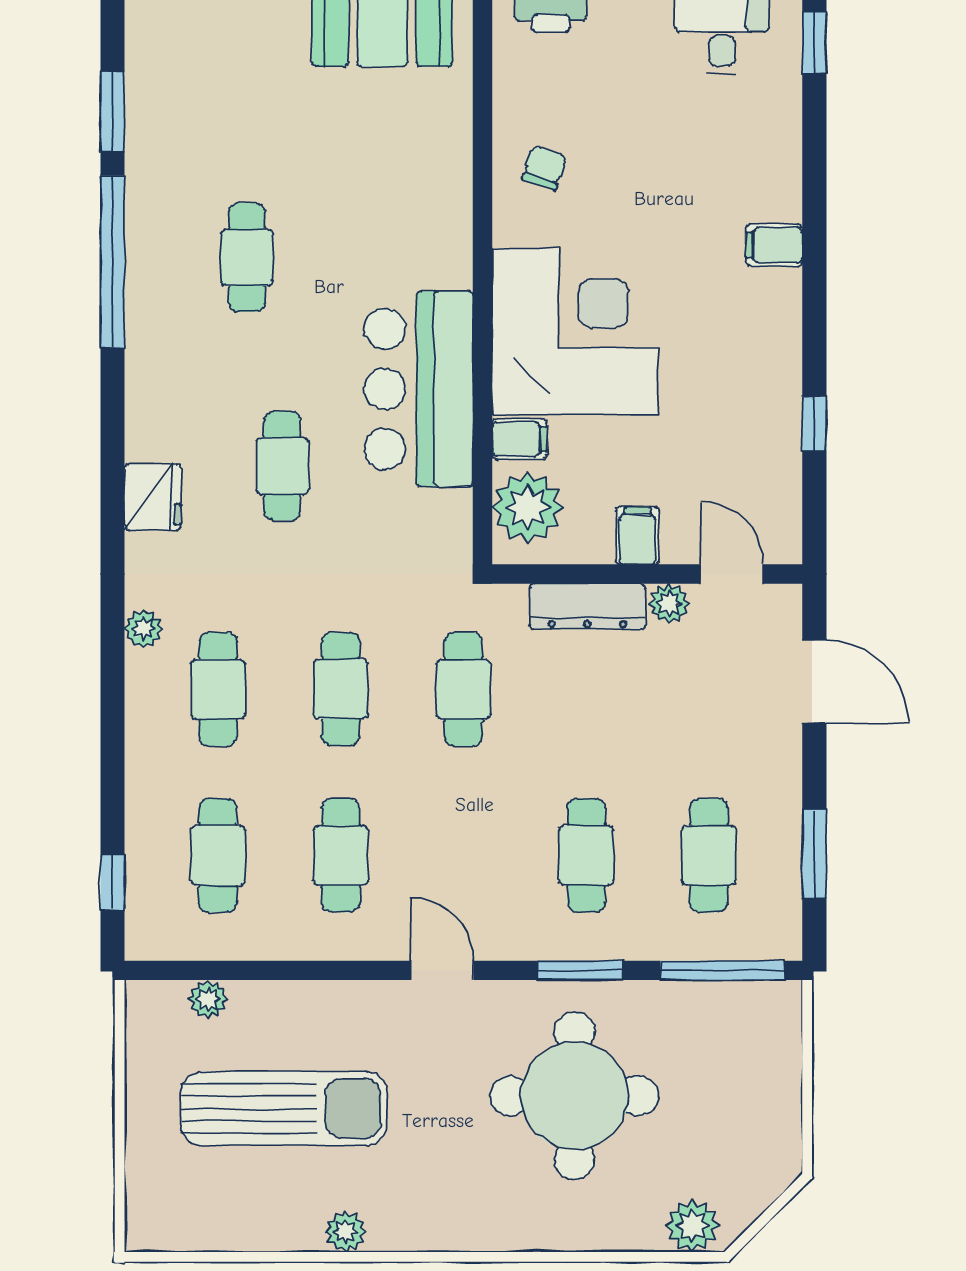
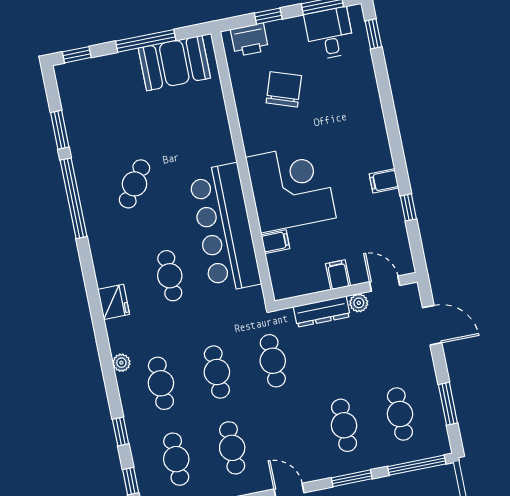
chair: (544, 168) -> (284, 89), moved, width x1.87, depth x1.87
filing cabinet: (774, 245) -> (384, 181), moved
cafe table: (247, 257) -> (134, 184), turned 34
bar counter: (419, 389) -> (225, 228), width x1.36
plant: (528, 508) -> (285, 272), removed
window: (112, 773) -> (121, 431), added

